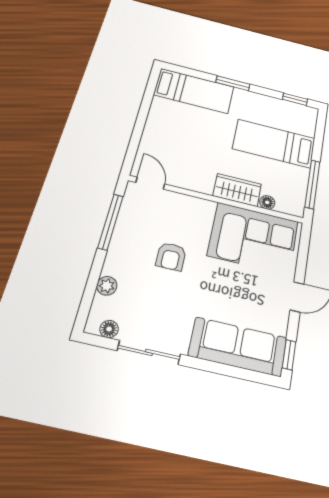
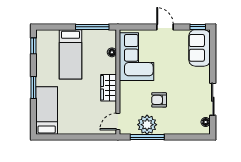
wardrobe: (237, 190) -> (109, 88), moved
armchair: (171, 257) -> (159, 100), turned 180
plant: (107, 286) -> (147, 125), moved, width x1.87, depth x1.87
sofa: (238, 347) -> (200, 48), width x0.73

